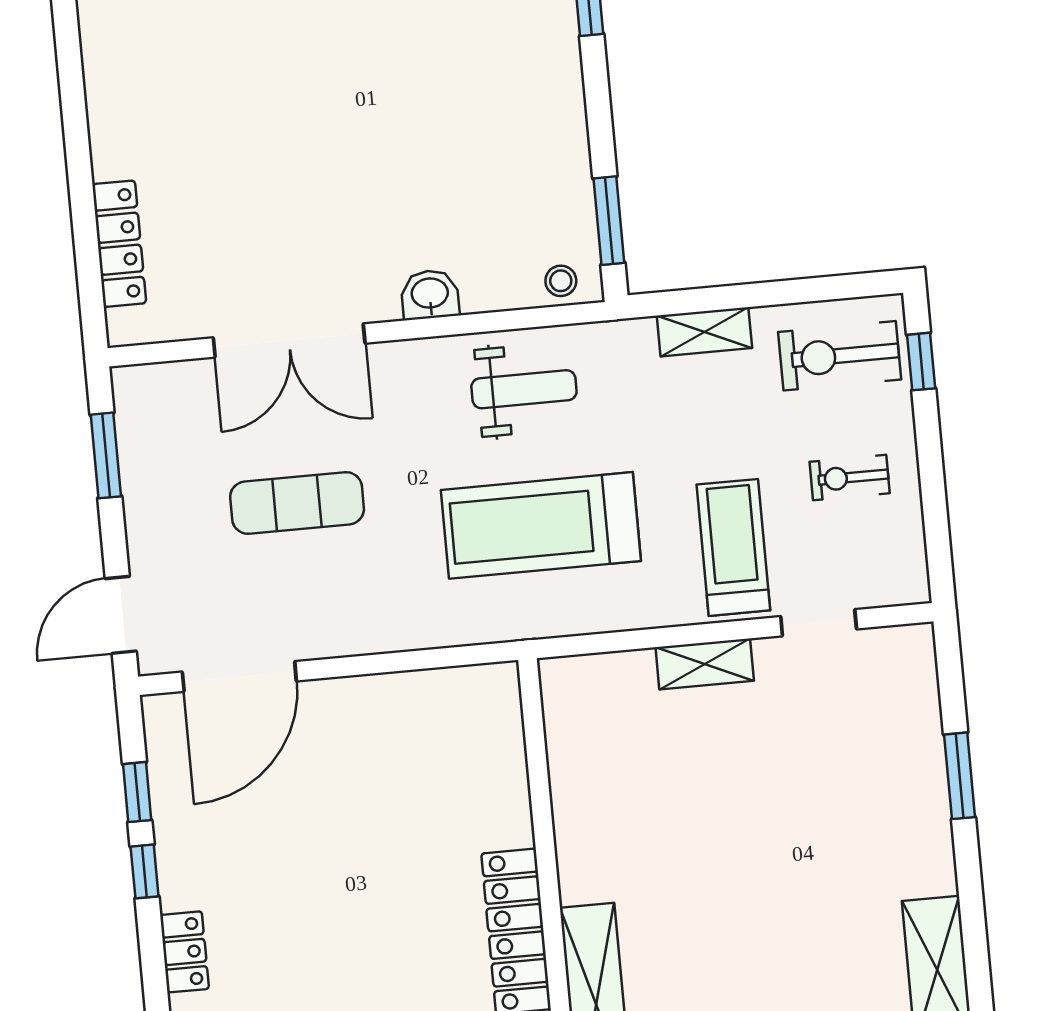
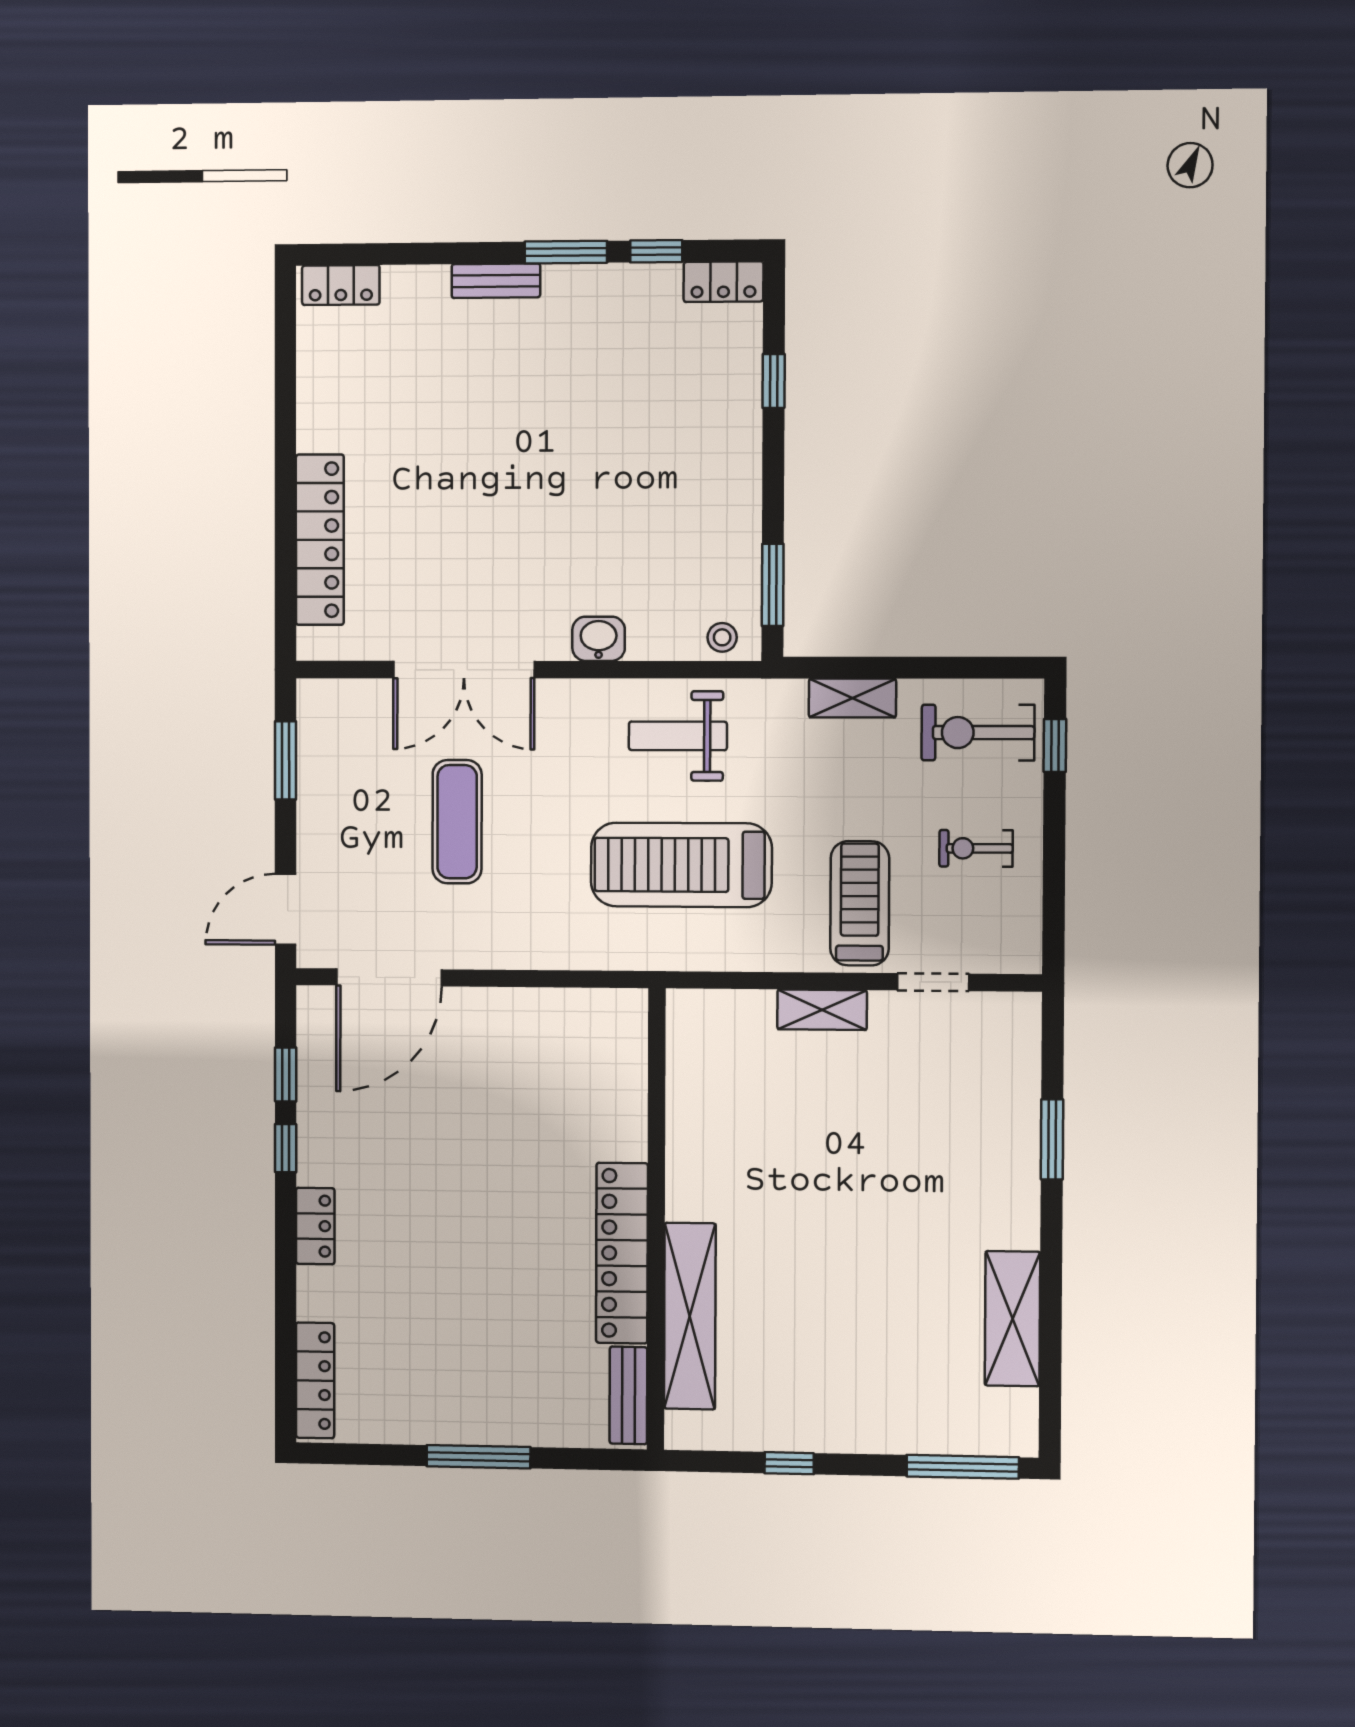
locker: (119, 244) -> (320, 540), width x1.41, depth x1.21
weight bench: (524, 389) -> (678, 736), turned 180
exercise mat: (297, 503) -> (457, 822), turned 90

